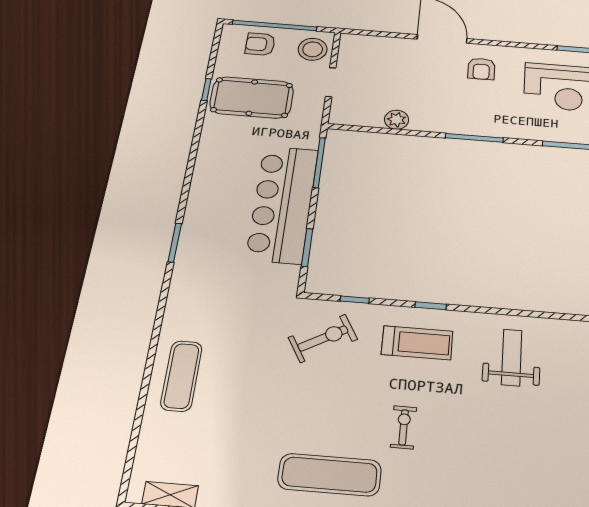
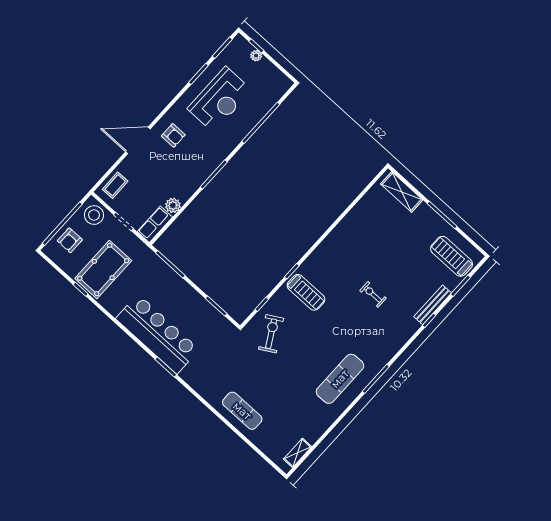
coffee table: (368, 49) -> (115, 185), added
row of seats: (356, 116) -> (155, 224), added
bar counter: (283, 204) -> (157, 334), moved, turned 180
treadmill: (417, 343) -> (306, 292), turned 90
weight bench: (512, 357) -> (346, 255), removed
exercise bike: (404, 427) -> (373, 294), moved

